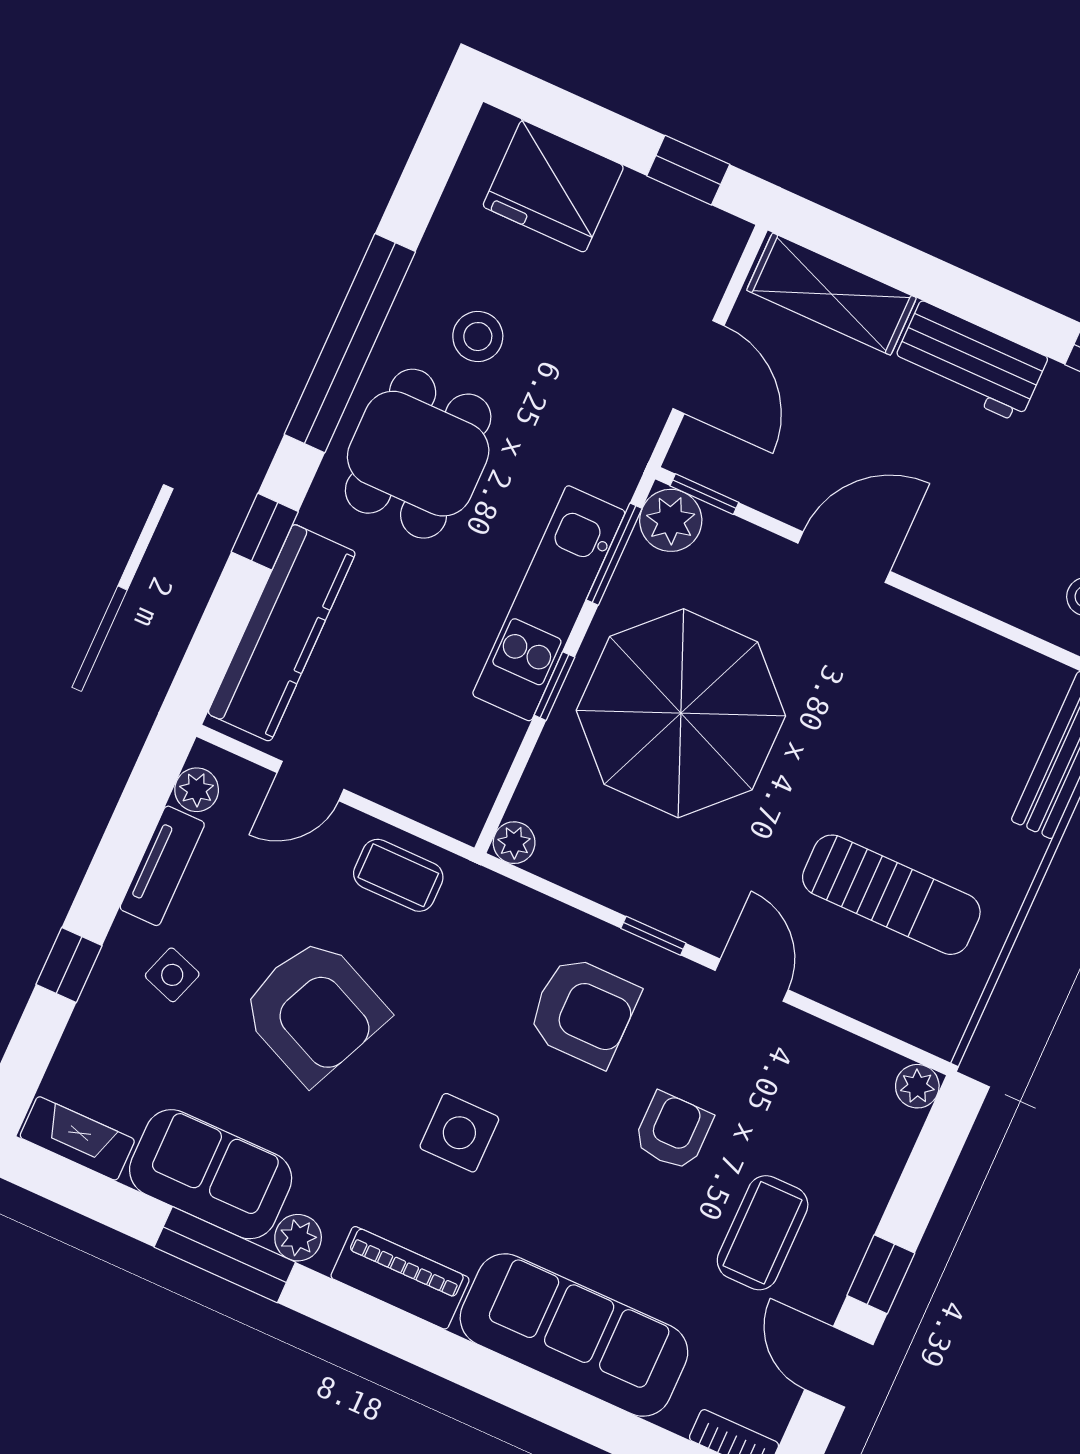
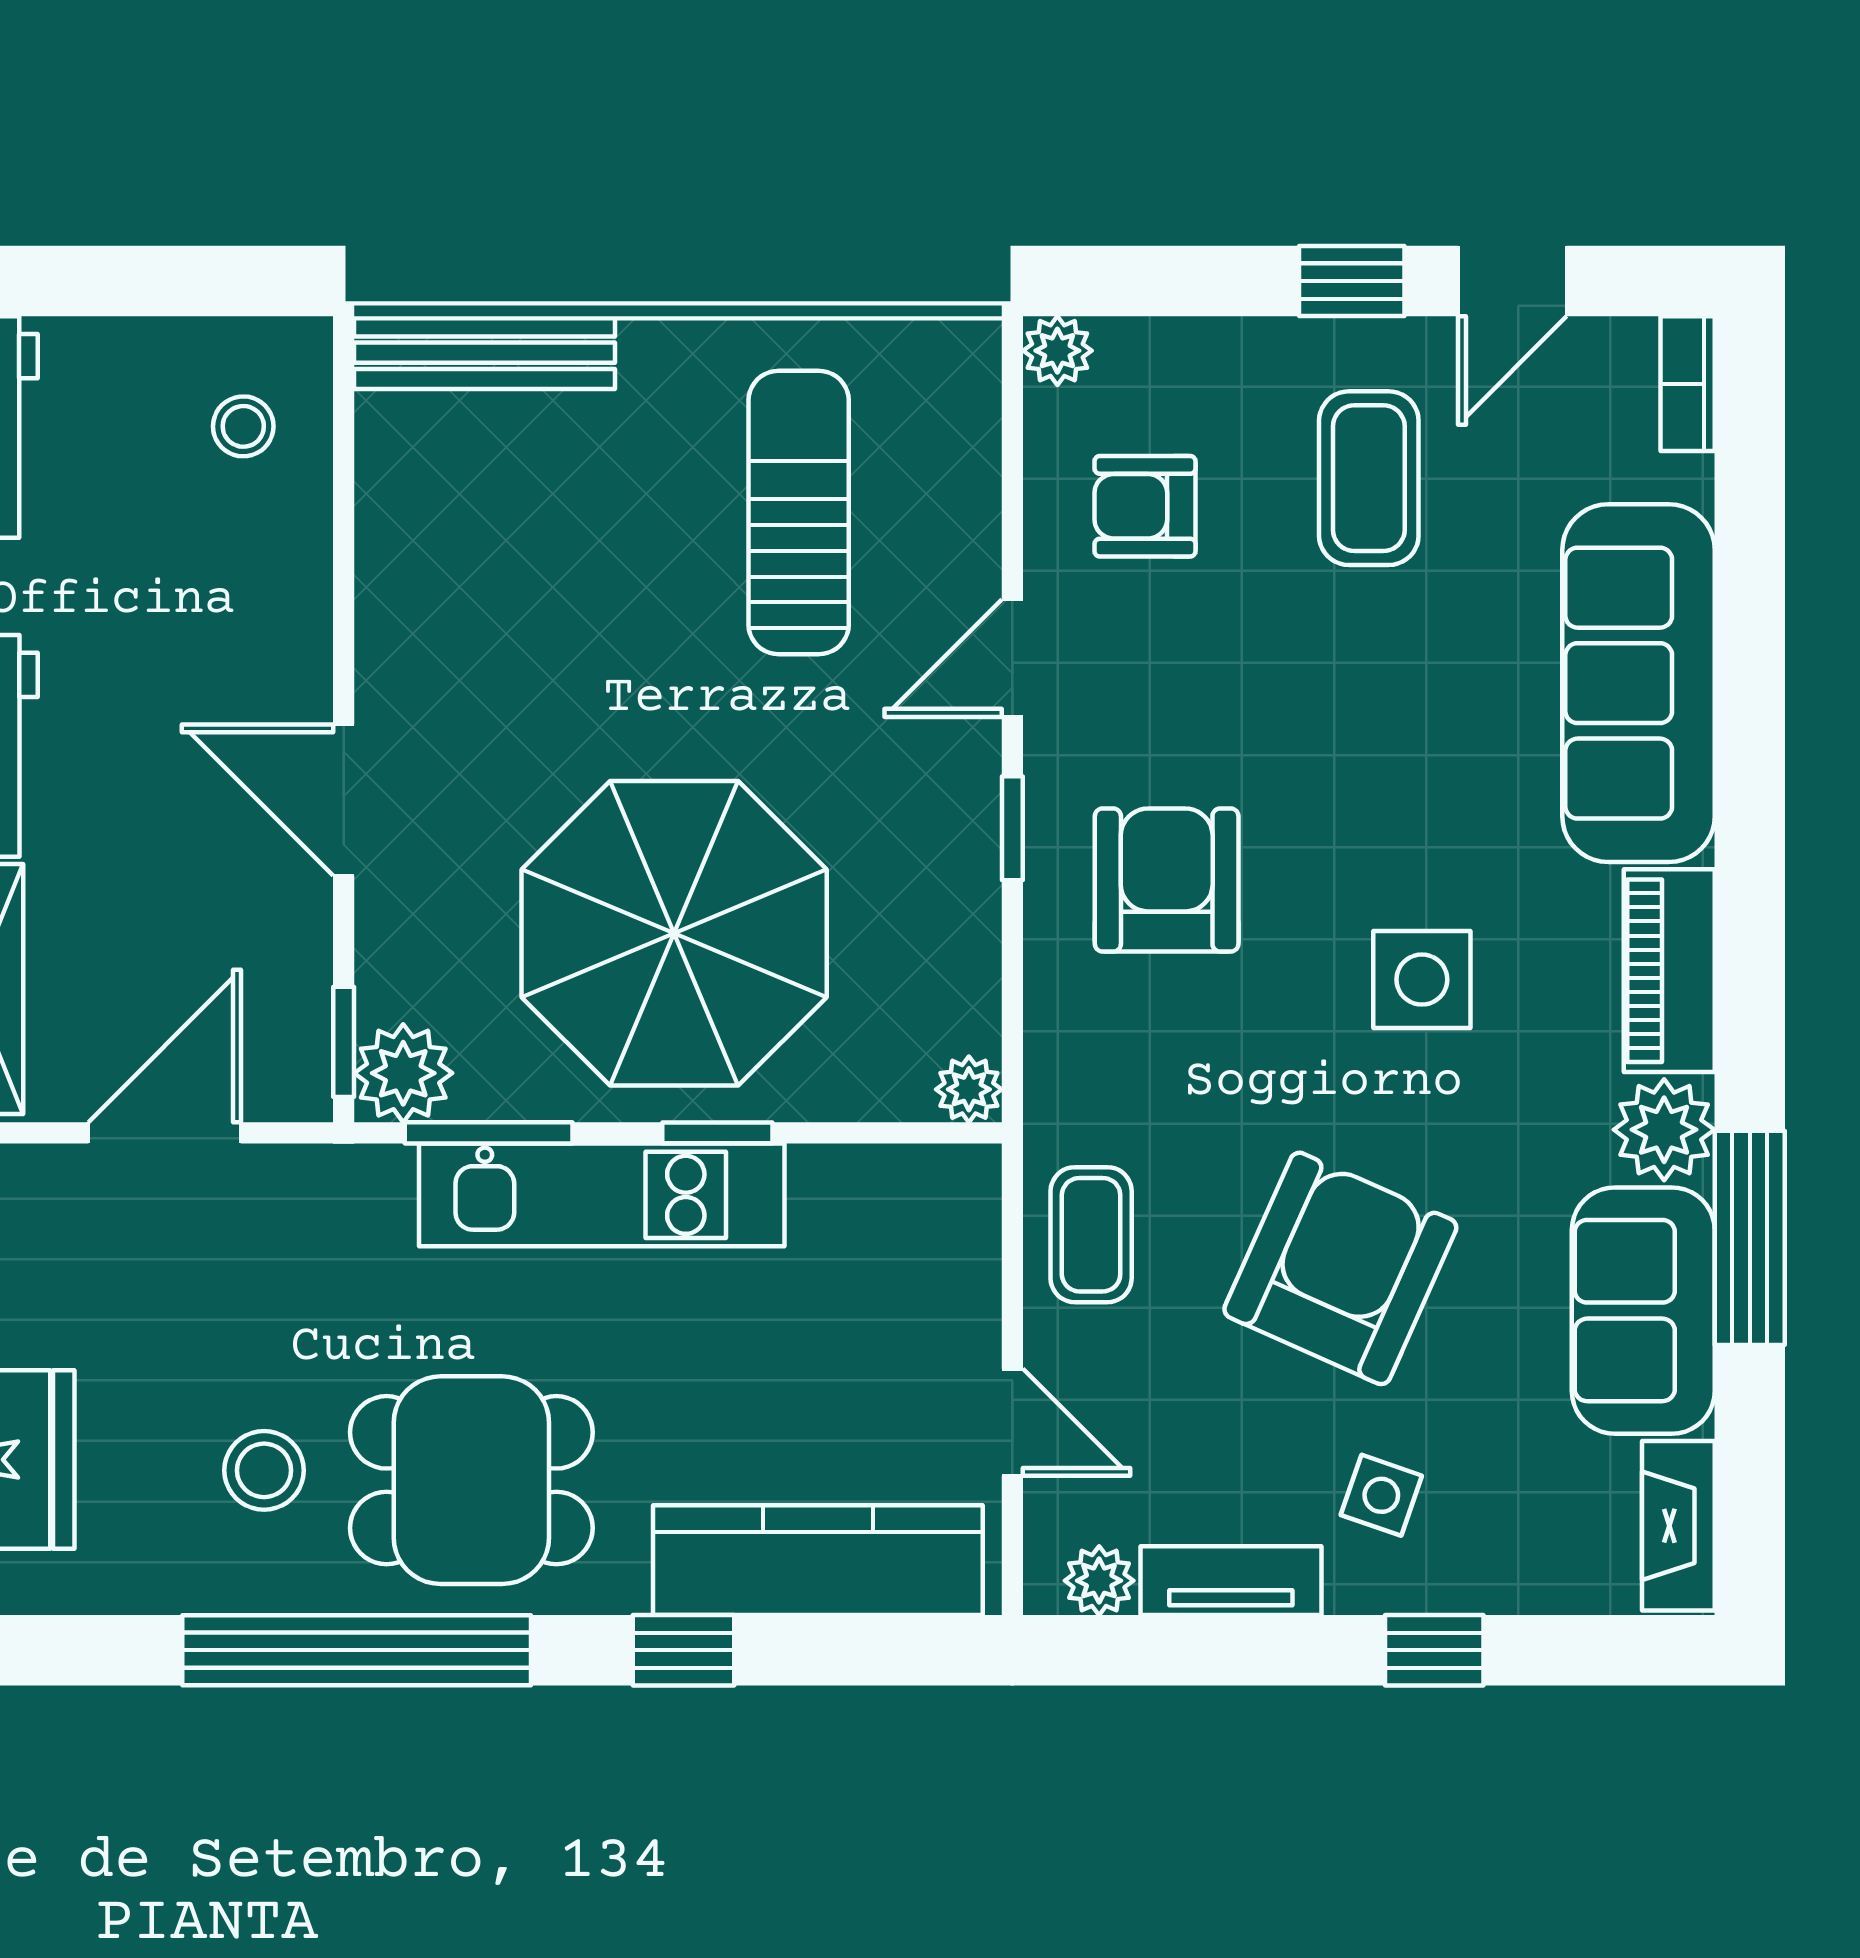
armchair: (673, 1131) -> (1145, 506), moved
coffee table: (763, 1233) -> (1369, 478), turned 90
plant: (298, 1238) -> (1664, 1130), width x1.38, depth x1.38

